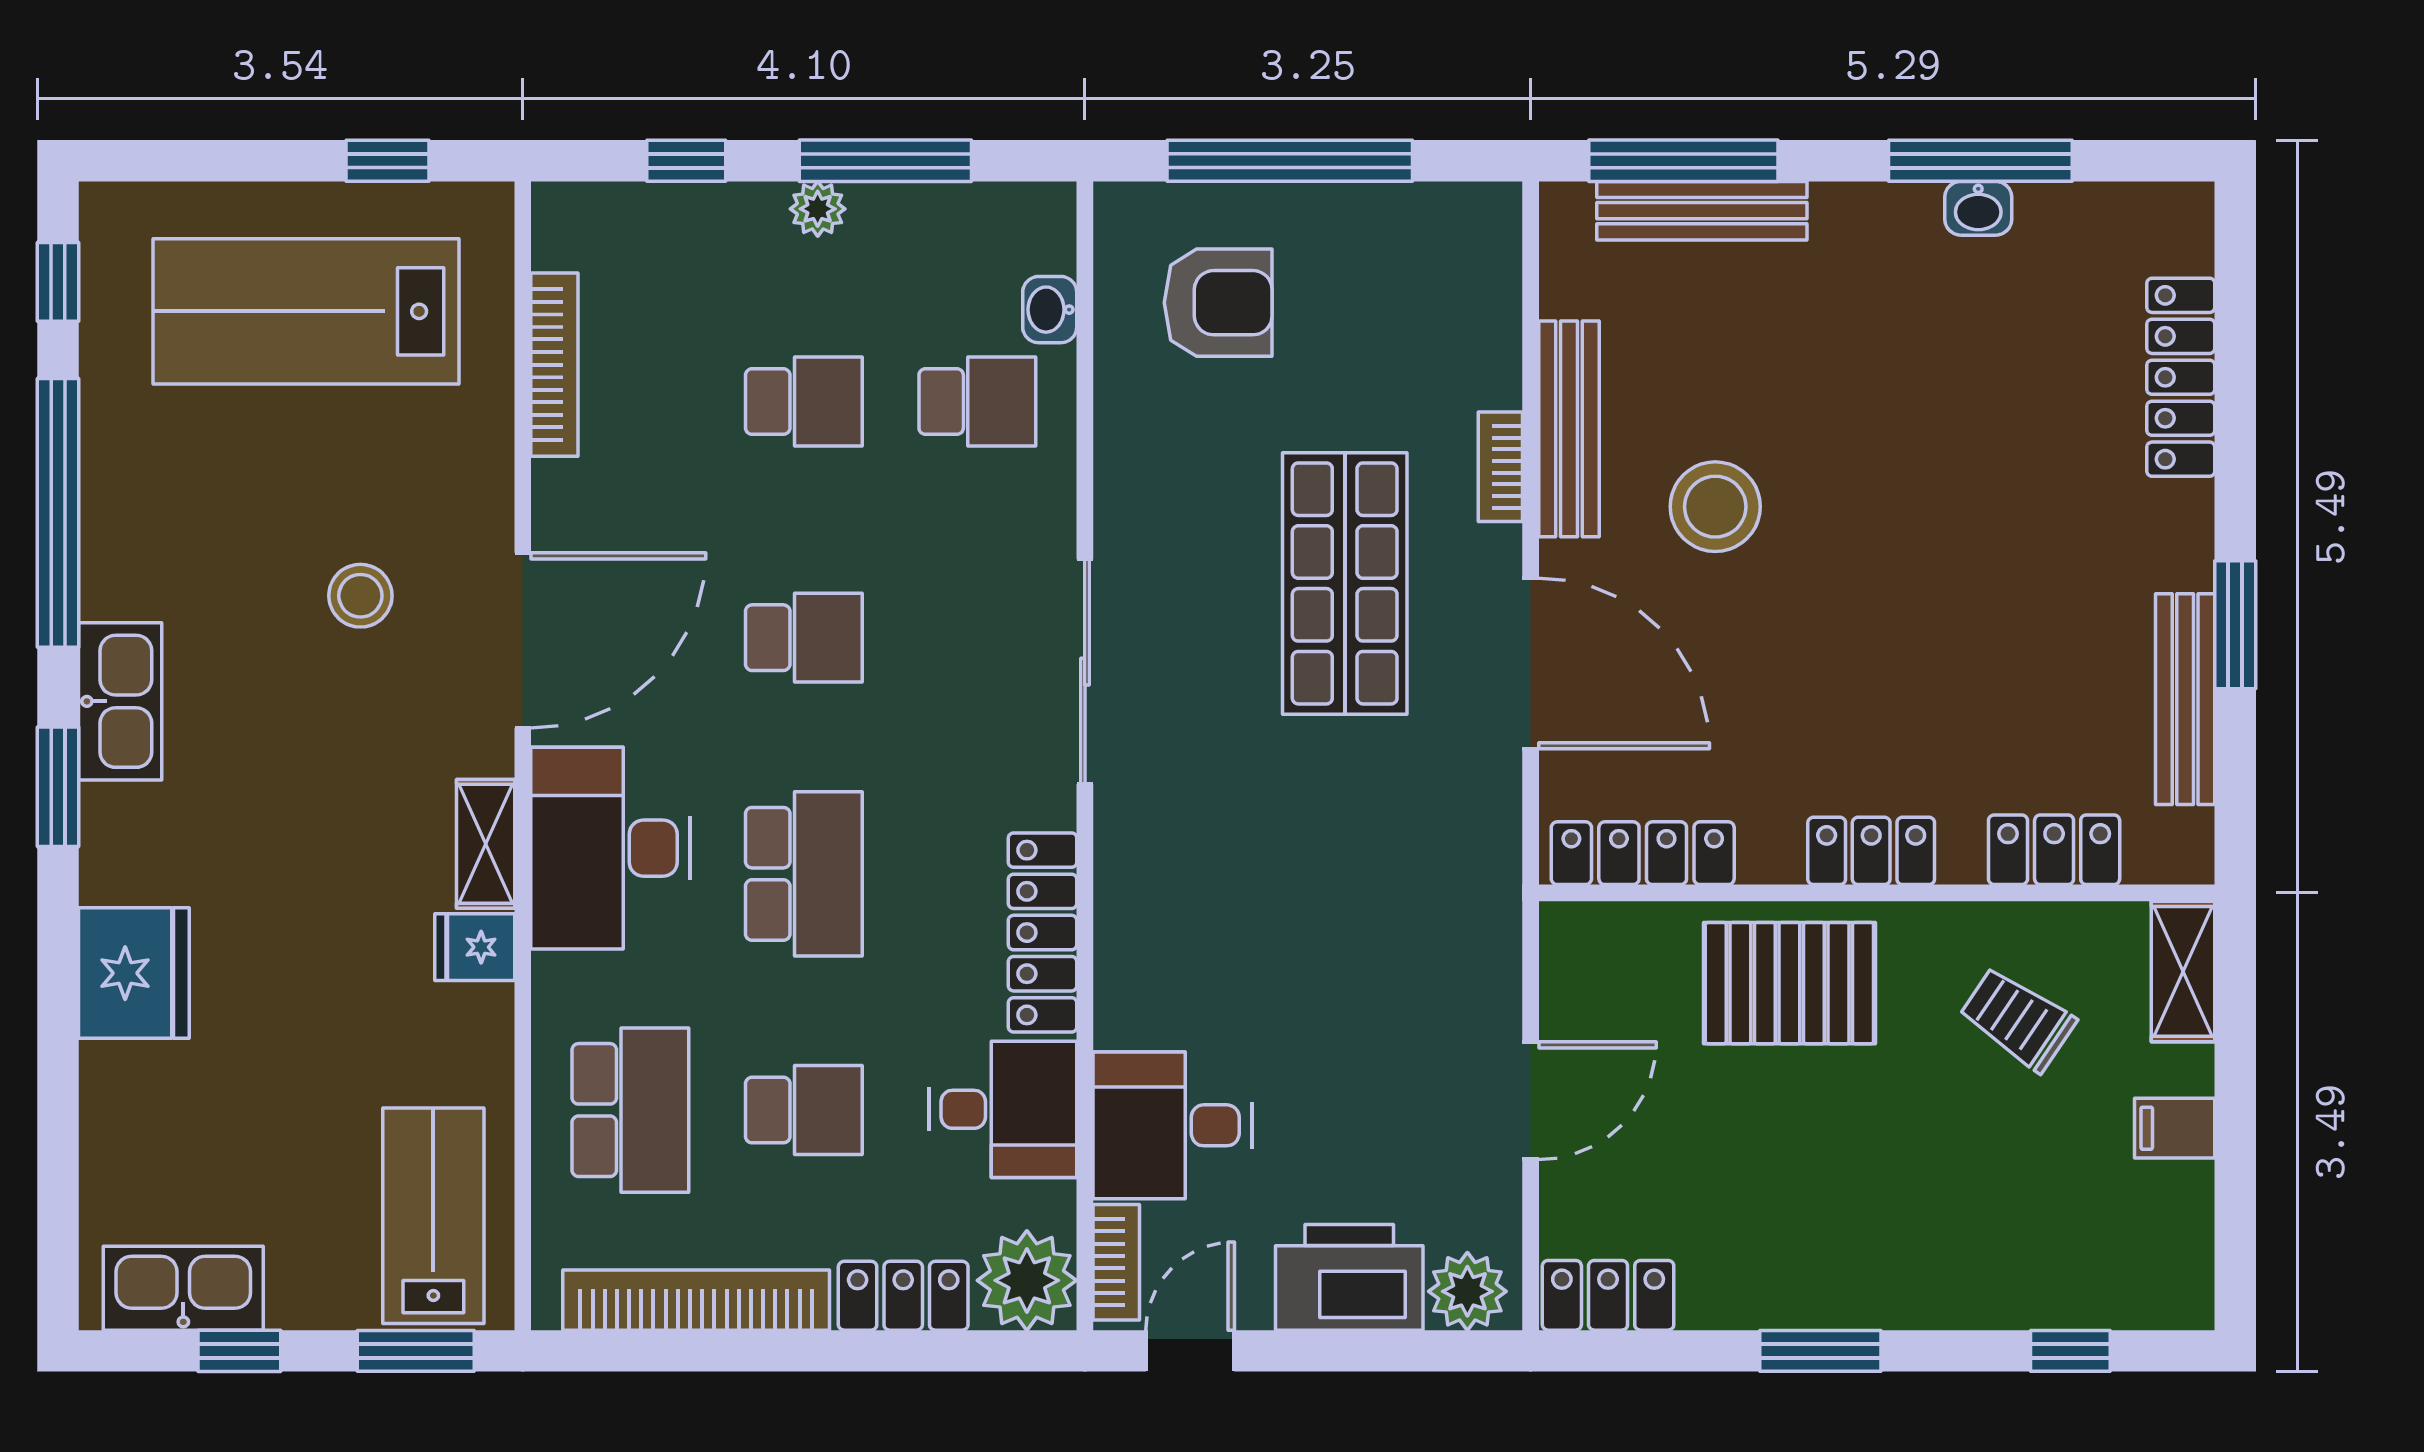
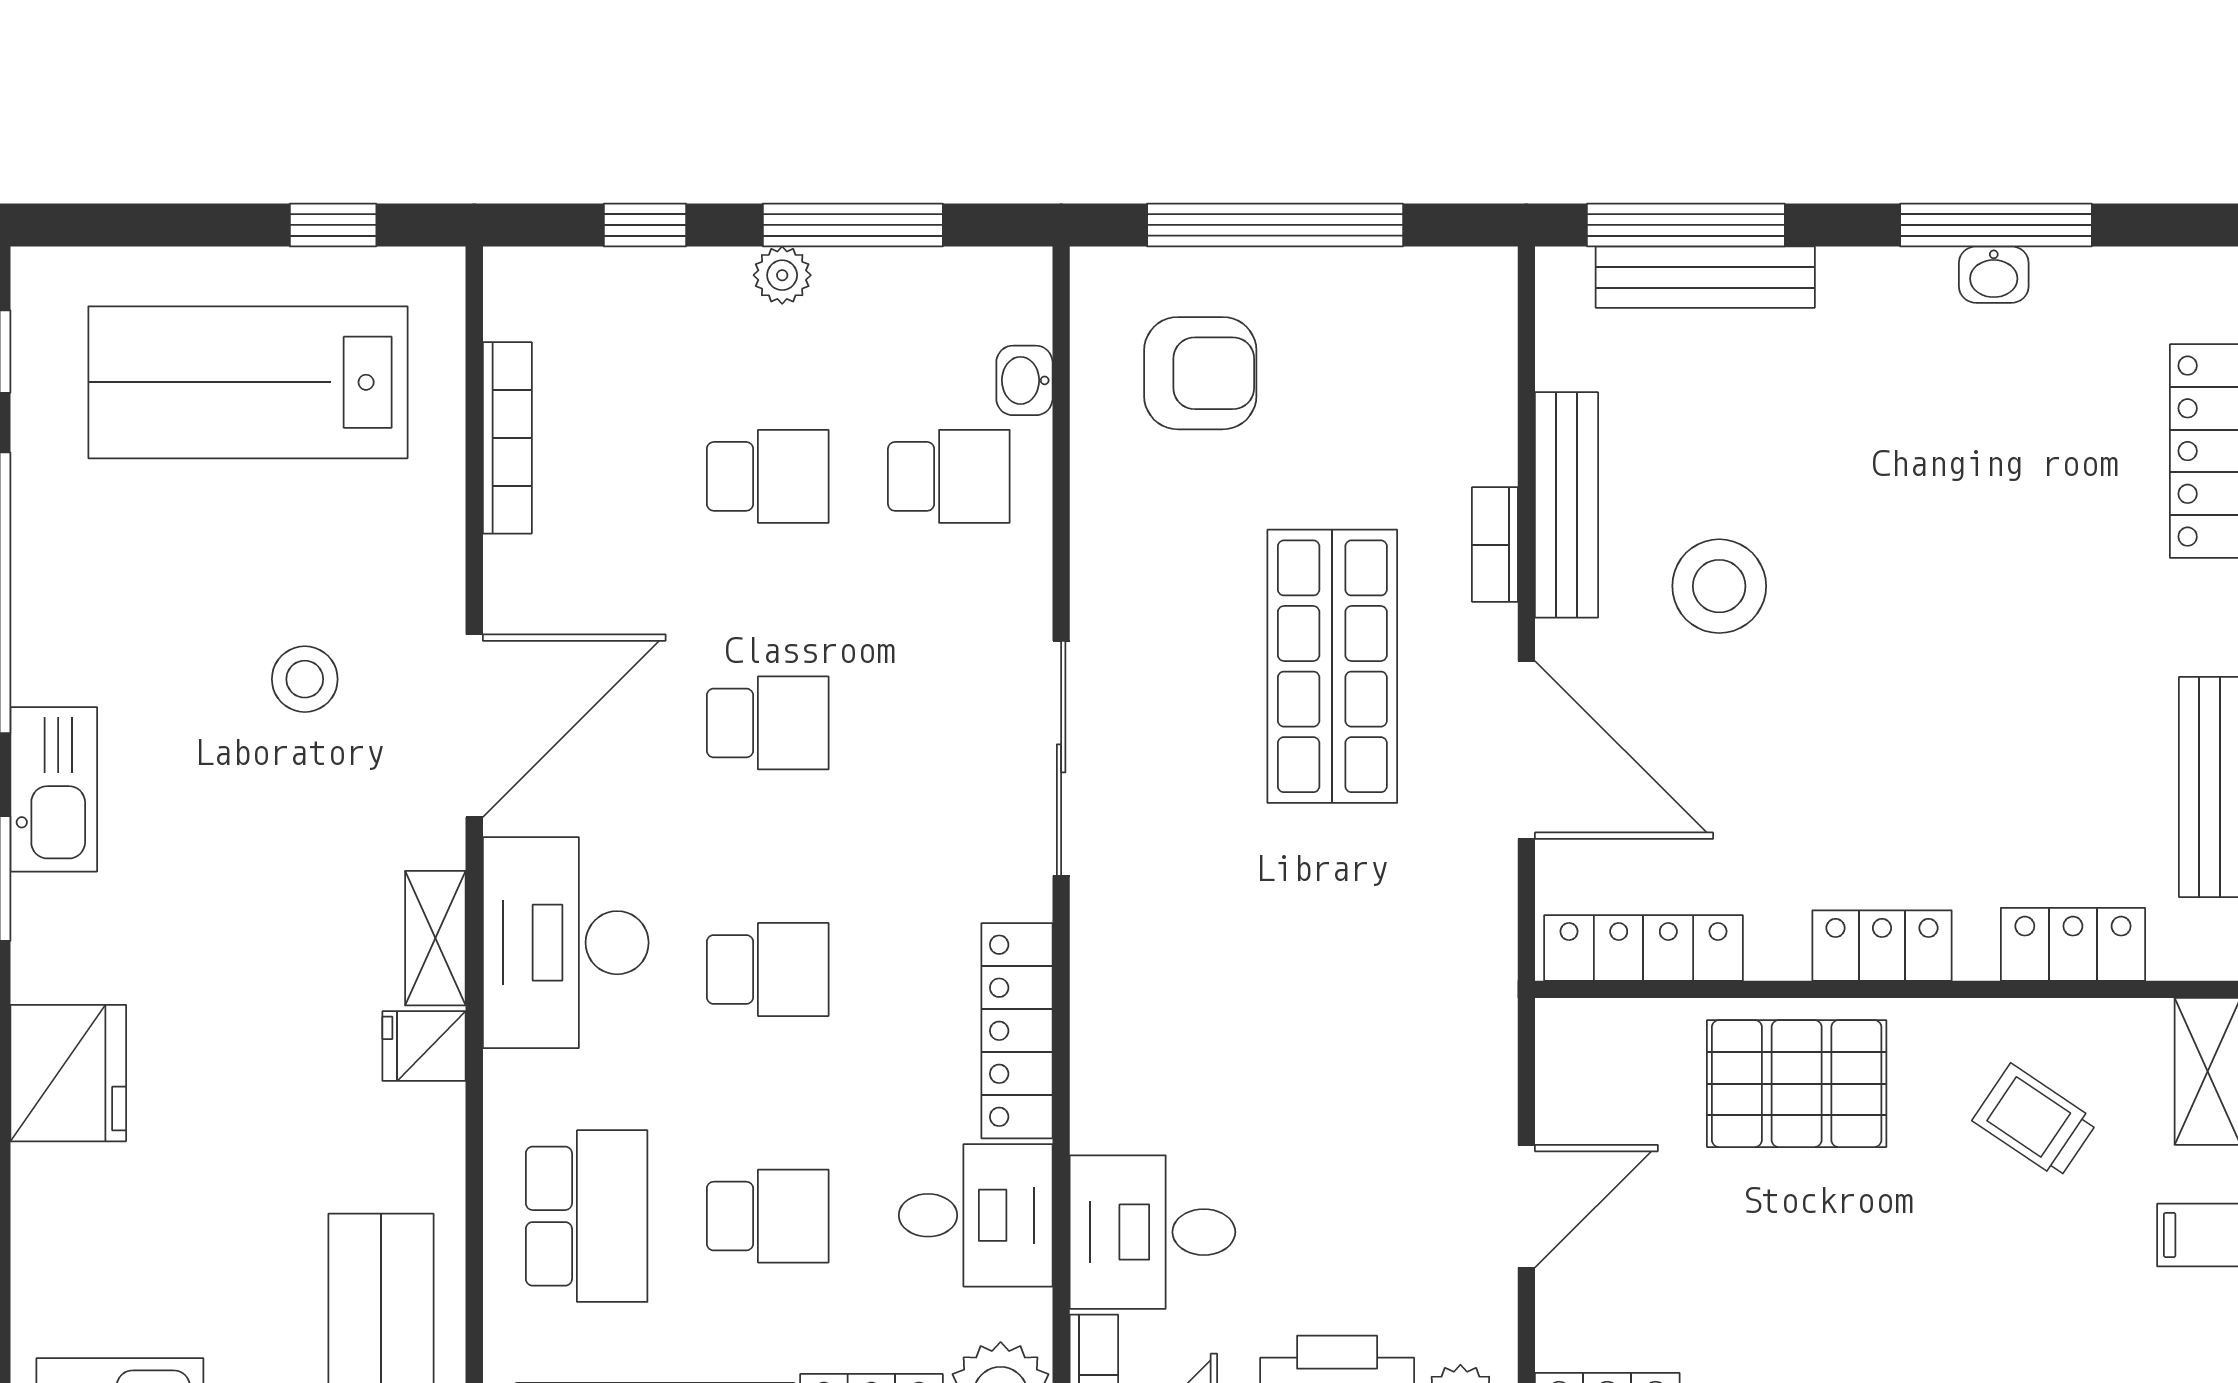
school desk: (804, 874) -> (768, 970), width x0.54

